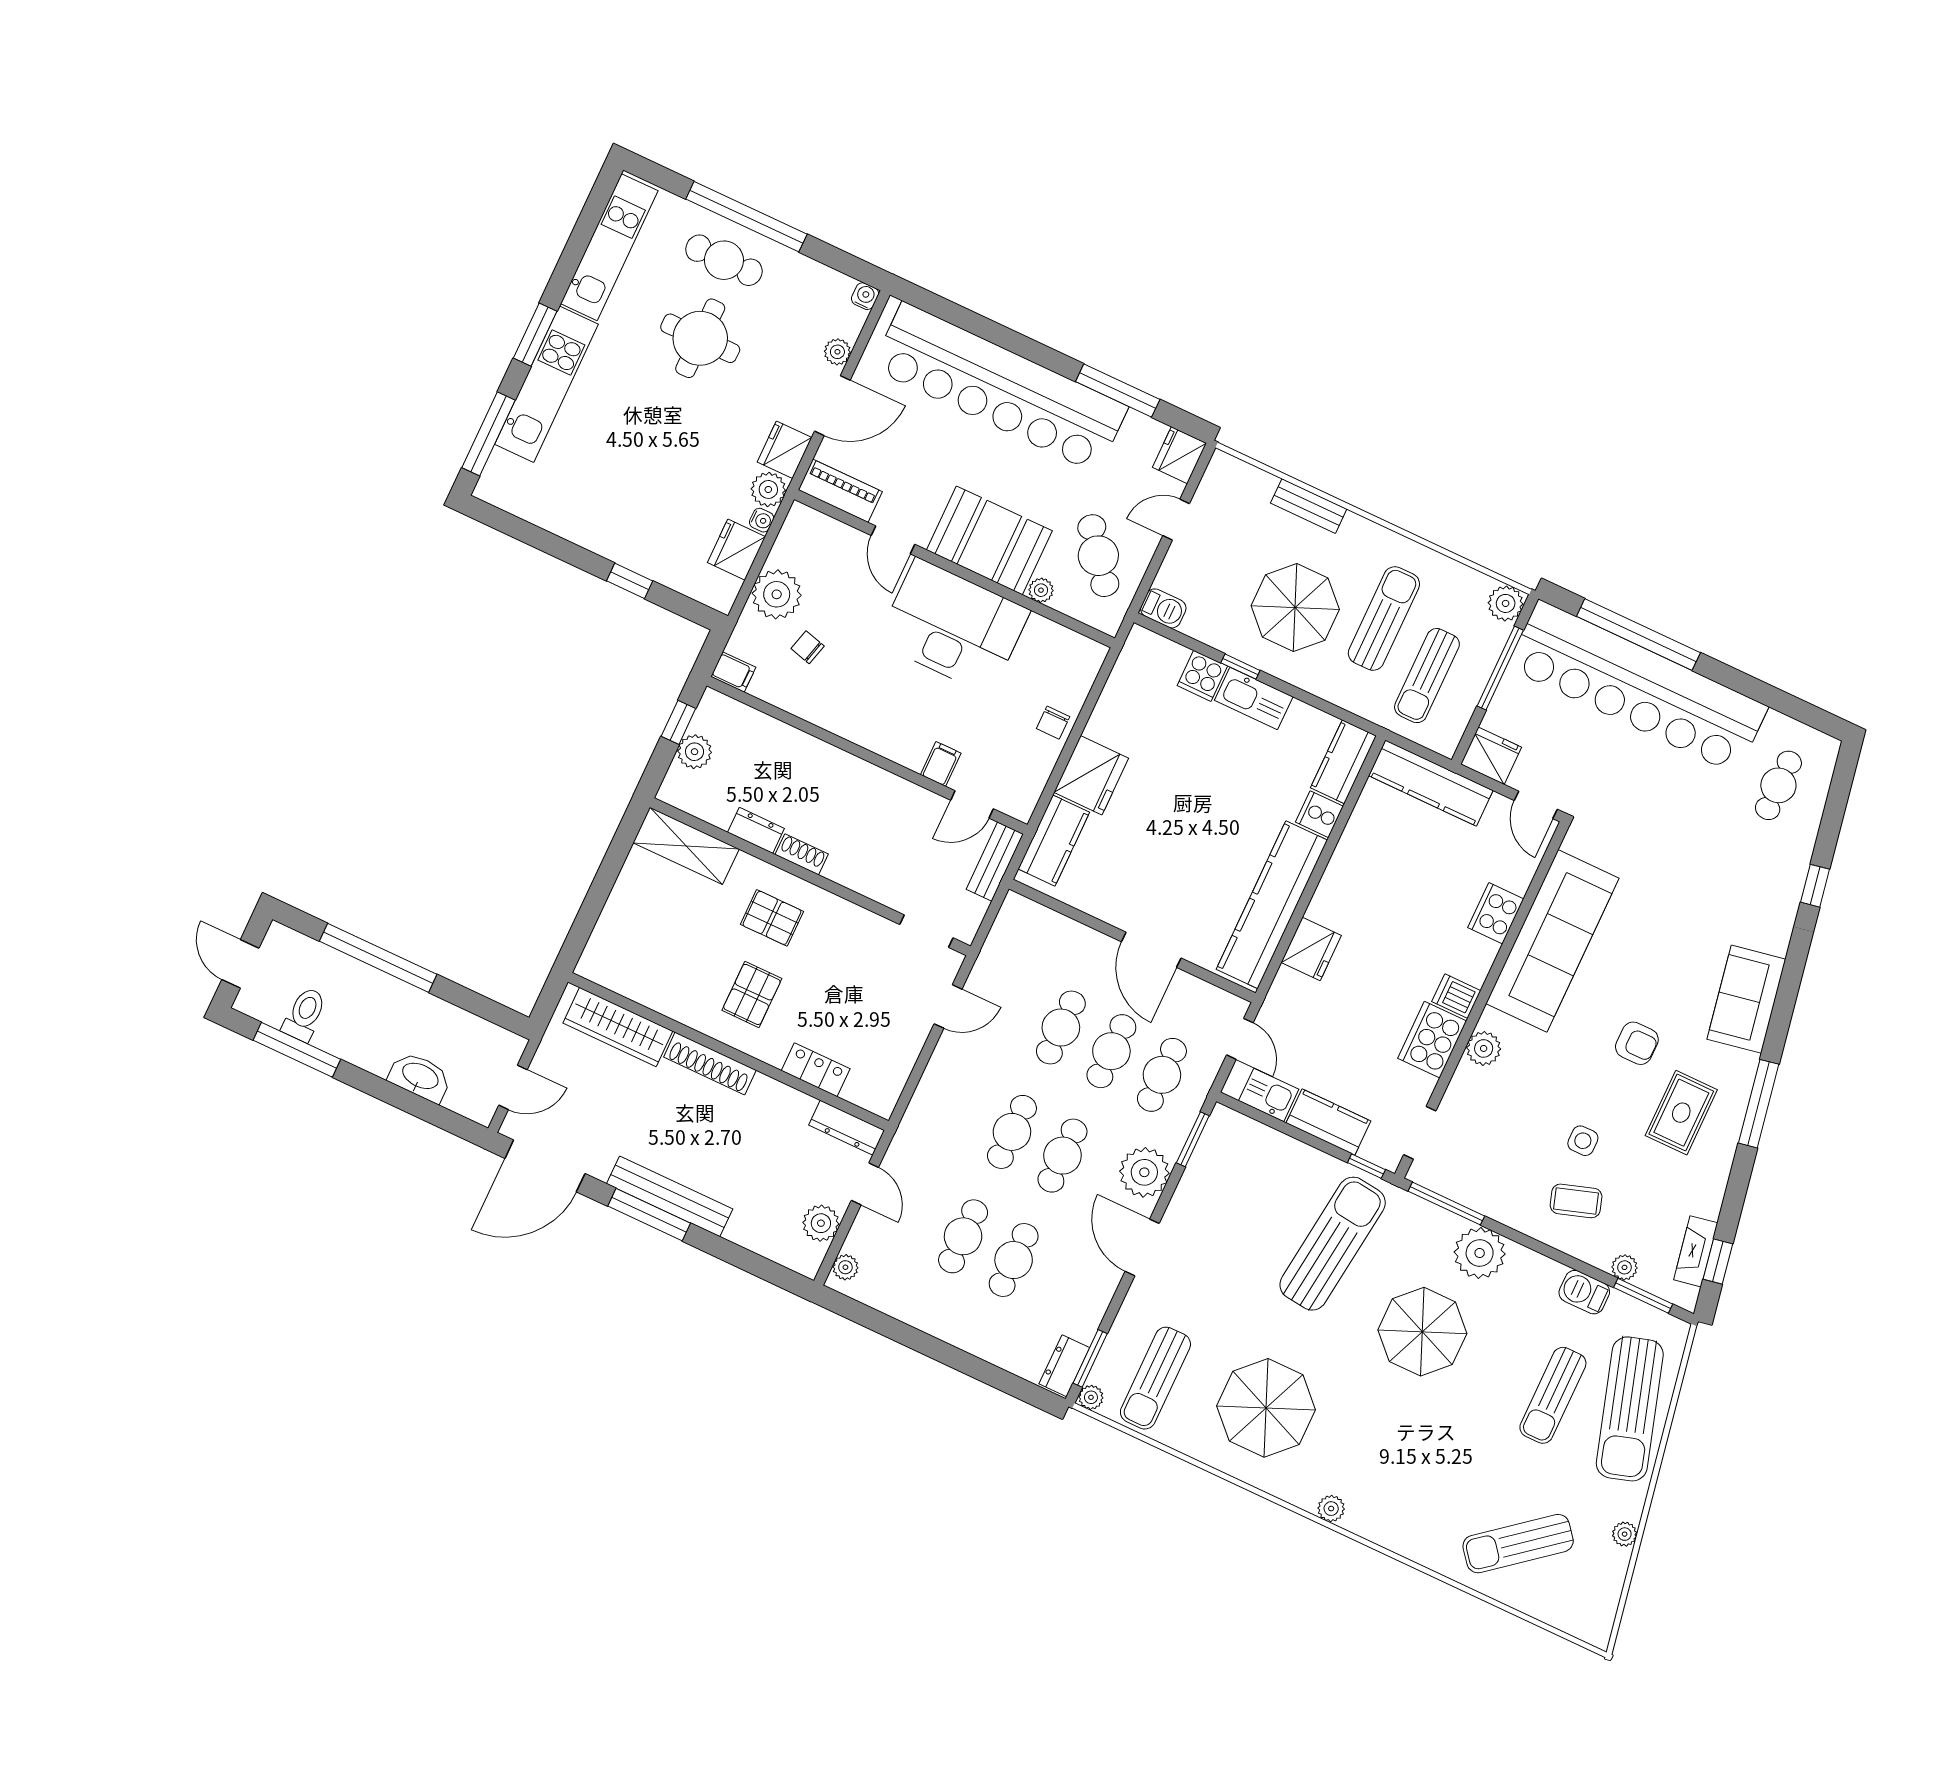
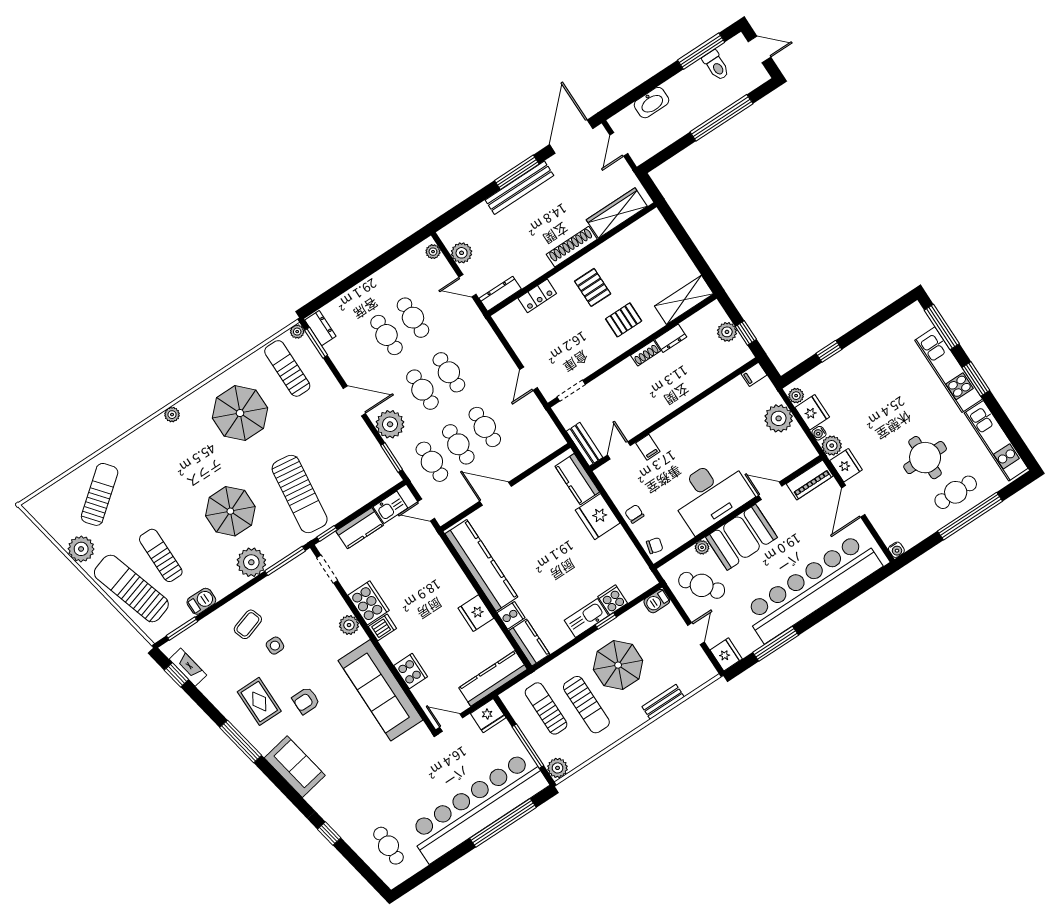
plant: (837, 352) -> (796, 396), moved
chair: (808, 647) -> (655, 546), moved
fridge: (1311, 949) -> (476, 613), moved
plant: (1624, 1267) -> (201, 628), removed
plant: (1625, 1534) -> (81, 549), width x1.88, depth x1.88

